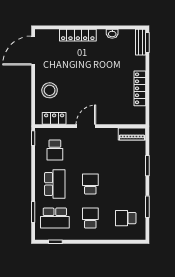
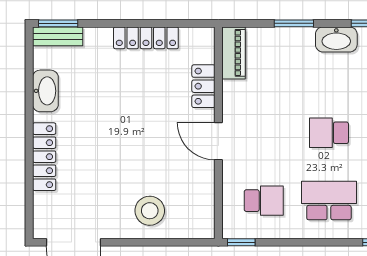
washbasin: (112, 34) -> (45, 91), width x1.91, depth x1.45
locker: (54, 118) -> (203, 86), moved
washbasin: (139, 188) -> (336, 39), added

